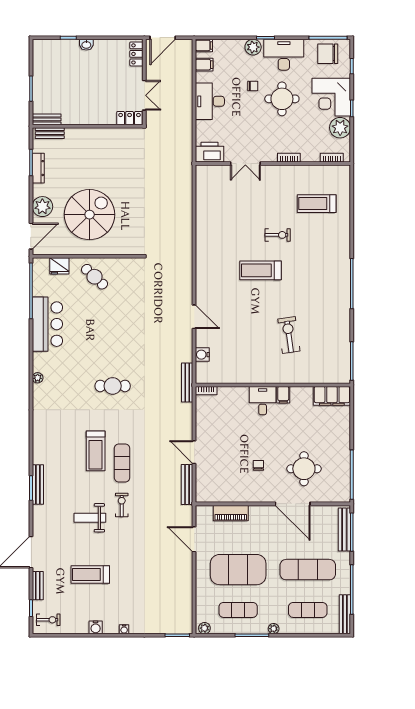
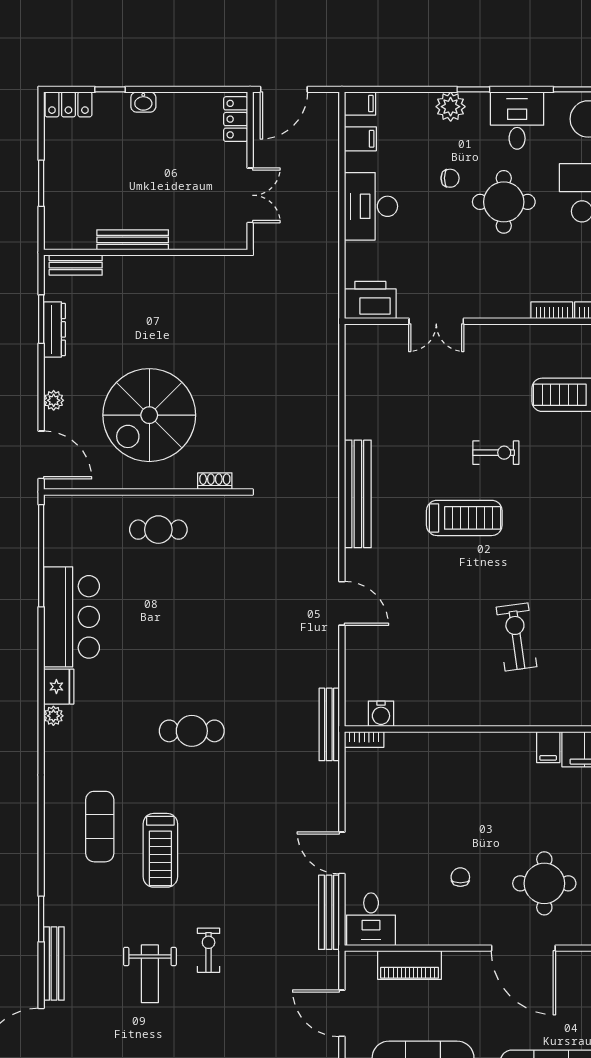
desk: (284, 55) -> (517, 121), width x0.73
locker: (130, 118) -> (68, 104), moved, turned 180
bench: (47, 119) -> (133, 240), moved, width x1.36
bookcase: (289, 158) -> (552, 310), moved
plant: (42, 207) -> (54, 400), width x0.53, depth x0.53
spiral stairs: (90, 215) -> (149, 415), turned 180
door: (31, 236) -> (41, 455), hinge flipped
shoe rack: (125, 250) -> (215, 481), added
bench: (203, 257) -> (358, 494), added
fridge: (59, 266) -> (59, 687), moved, turned -90
treadmill: (261, 270) -> (464, 518), turned 180
cafe table: (94, 277) -> (158, 530), turned -43
water cooler: (202, 355) -> (381, 714), moved, turned -90
filing cabinet: (283, 395) -> (548, 747), moved
desk: (263, 401) -> (371, 919), moved, turned 180
exercise mat: (122, 463) -> (100, 827), moved
bench: (38, 484) -> (54, 964), moved
weight bench: (90, 518) -> (150, 974), turned -90

